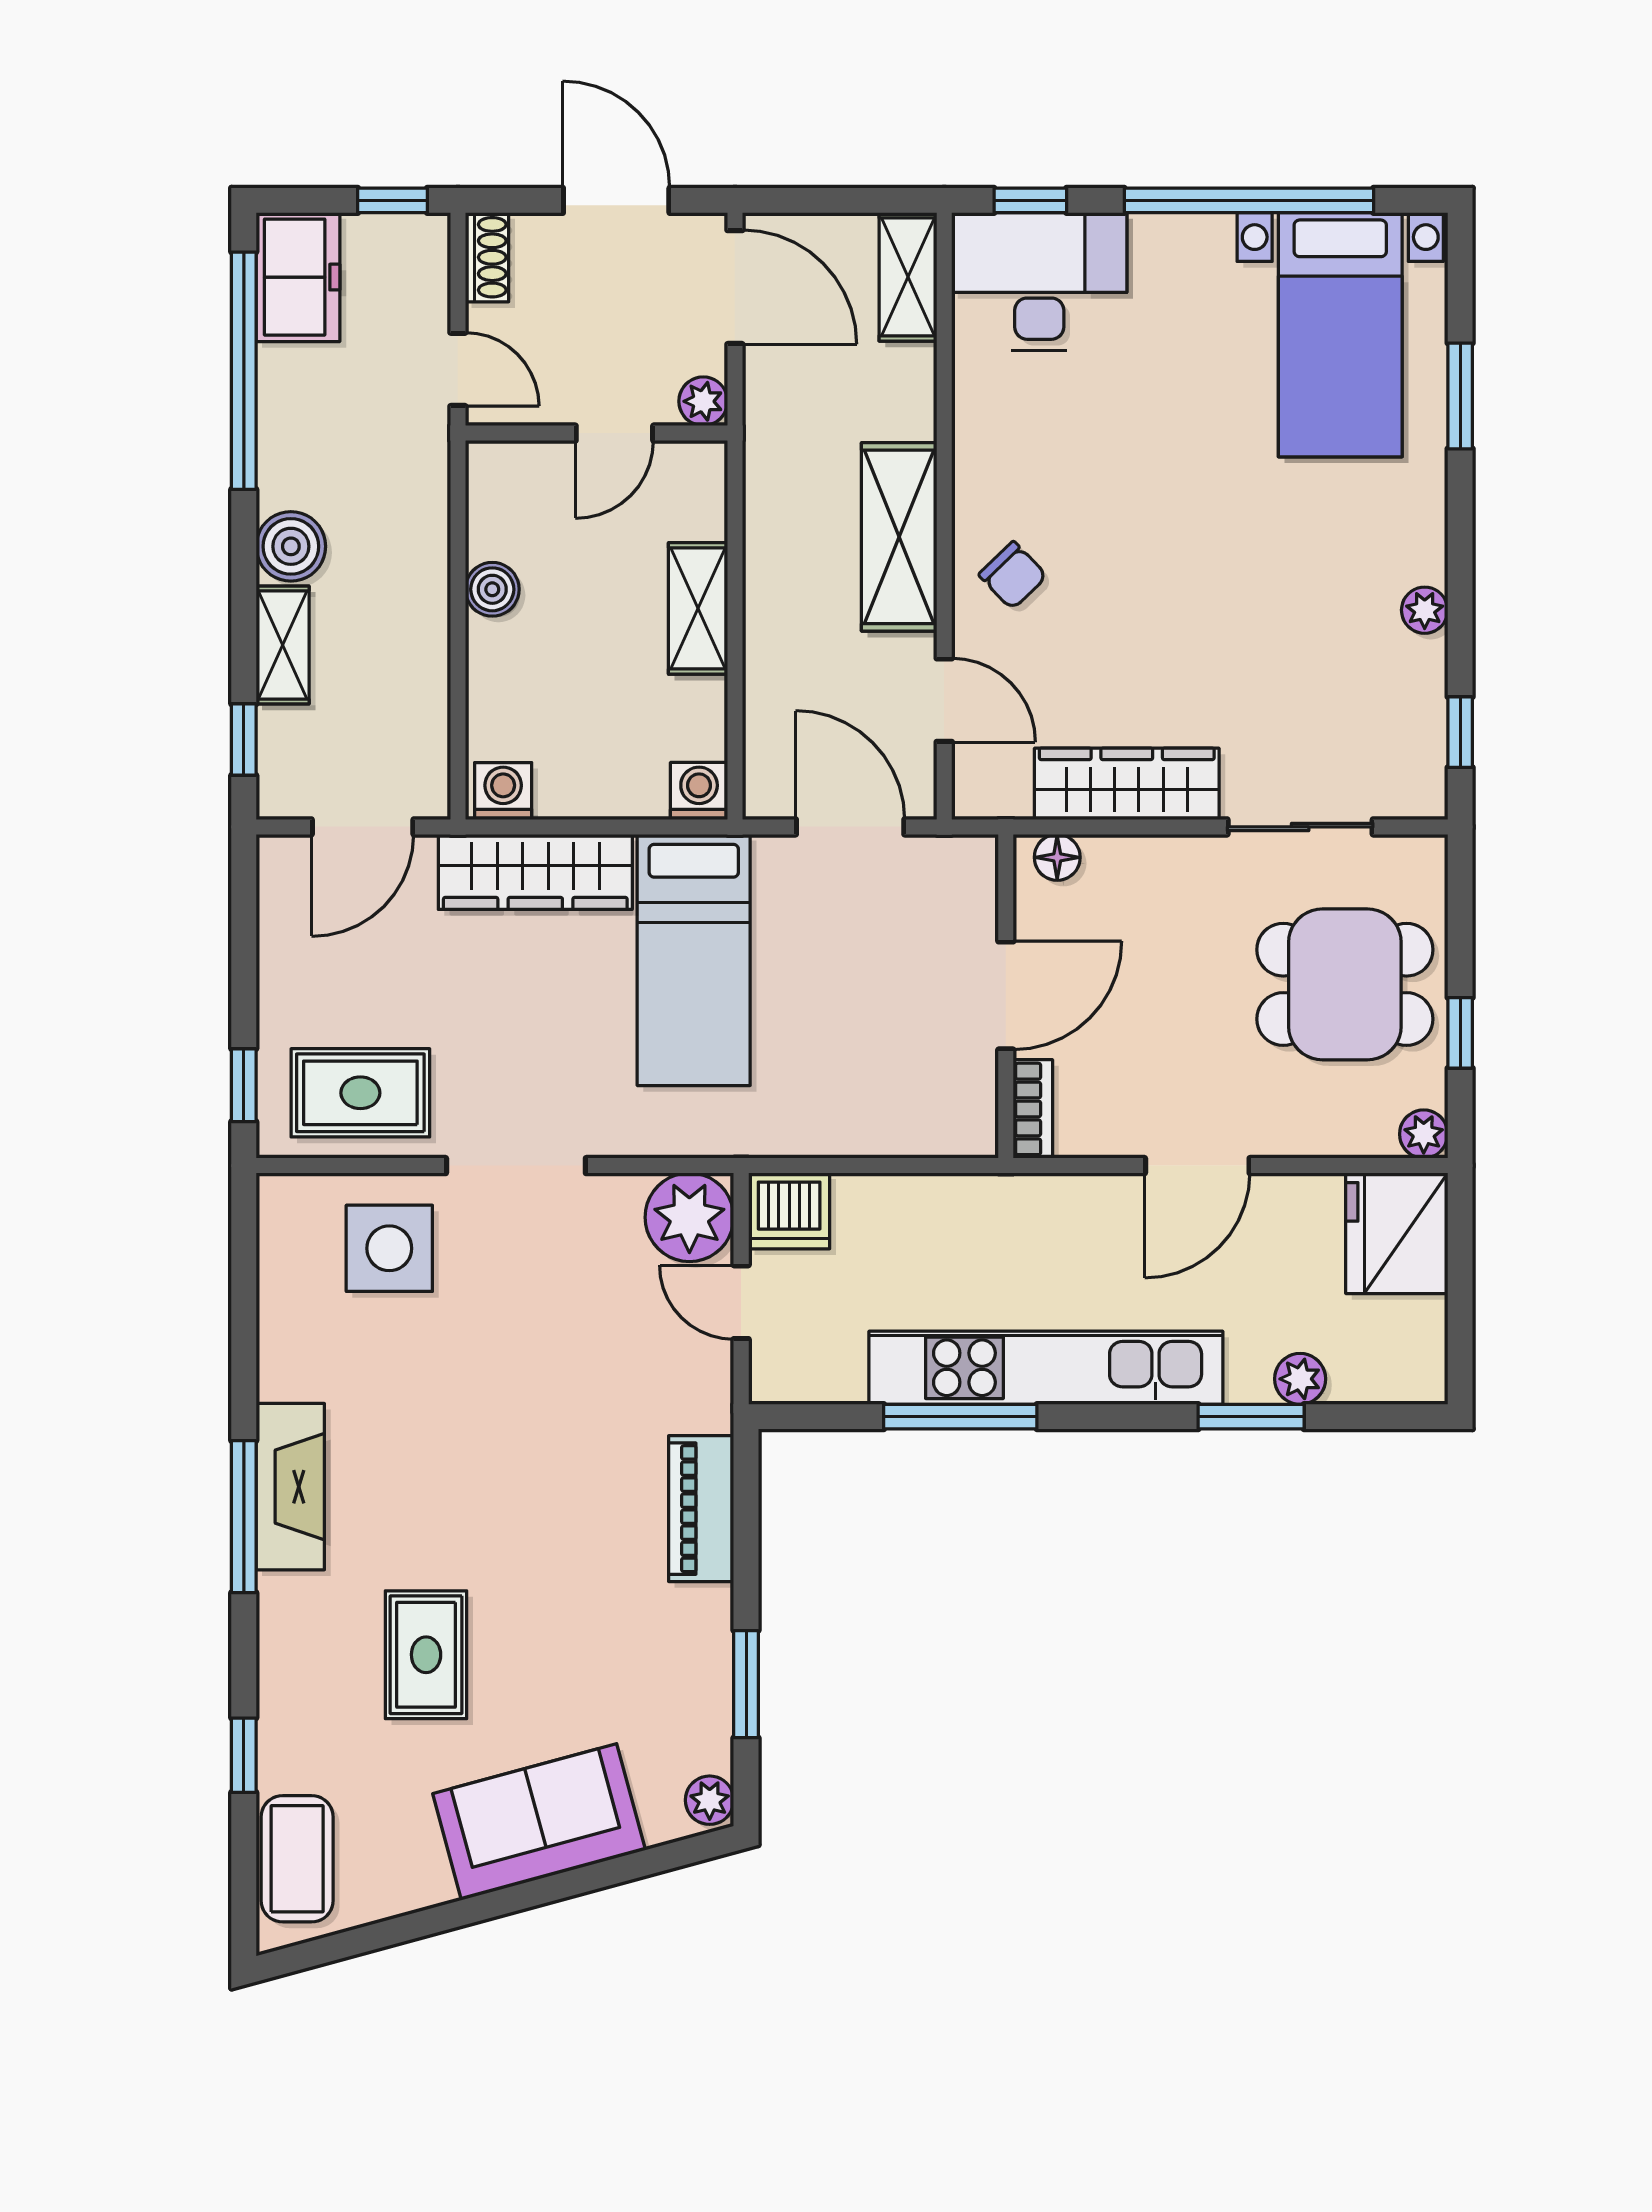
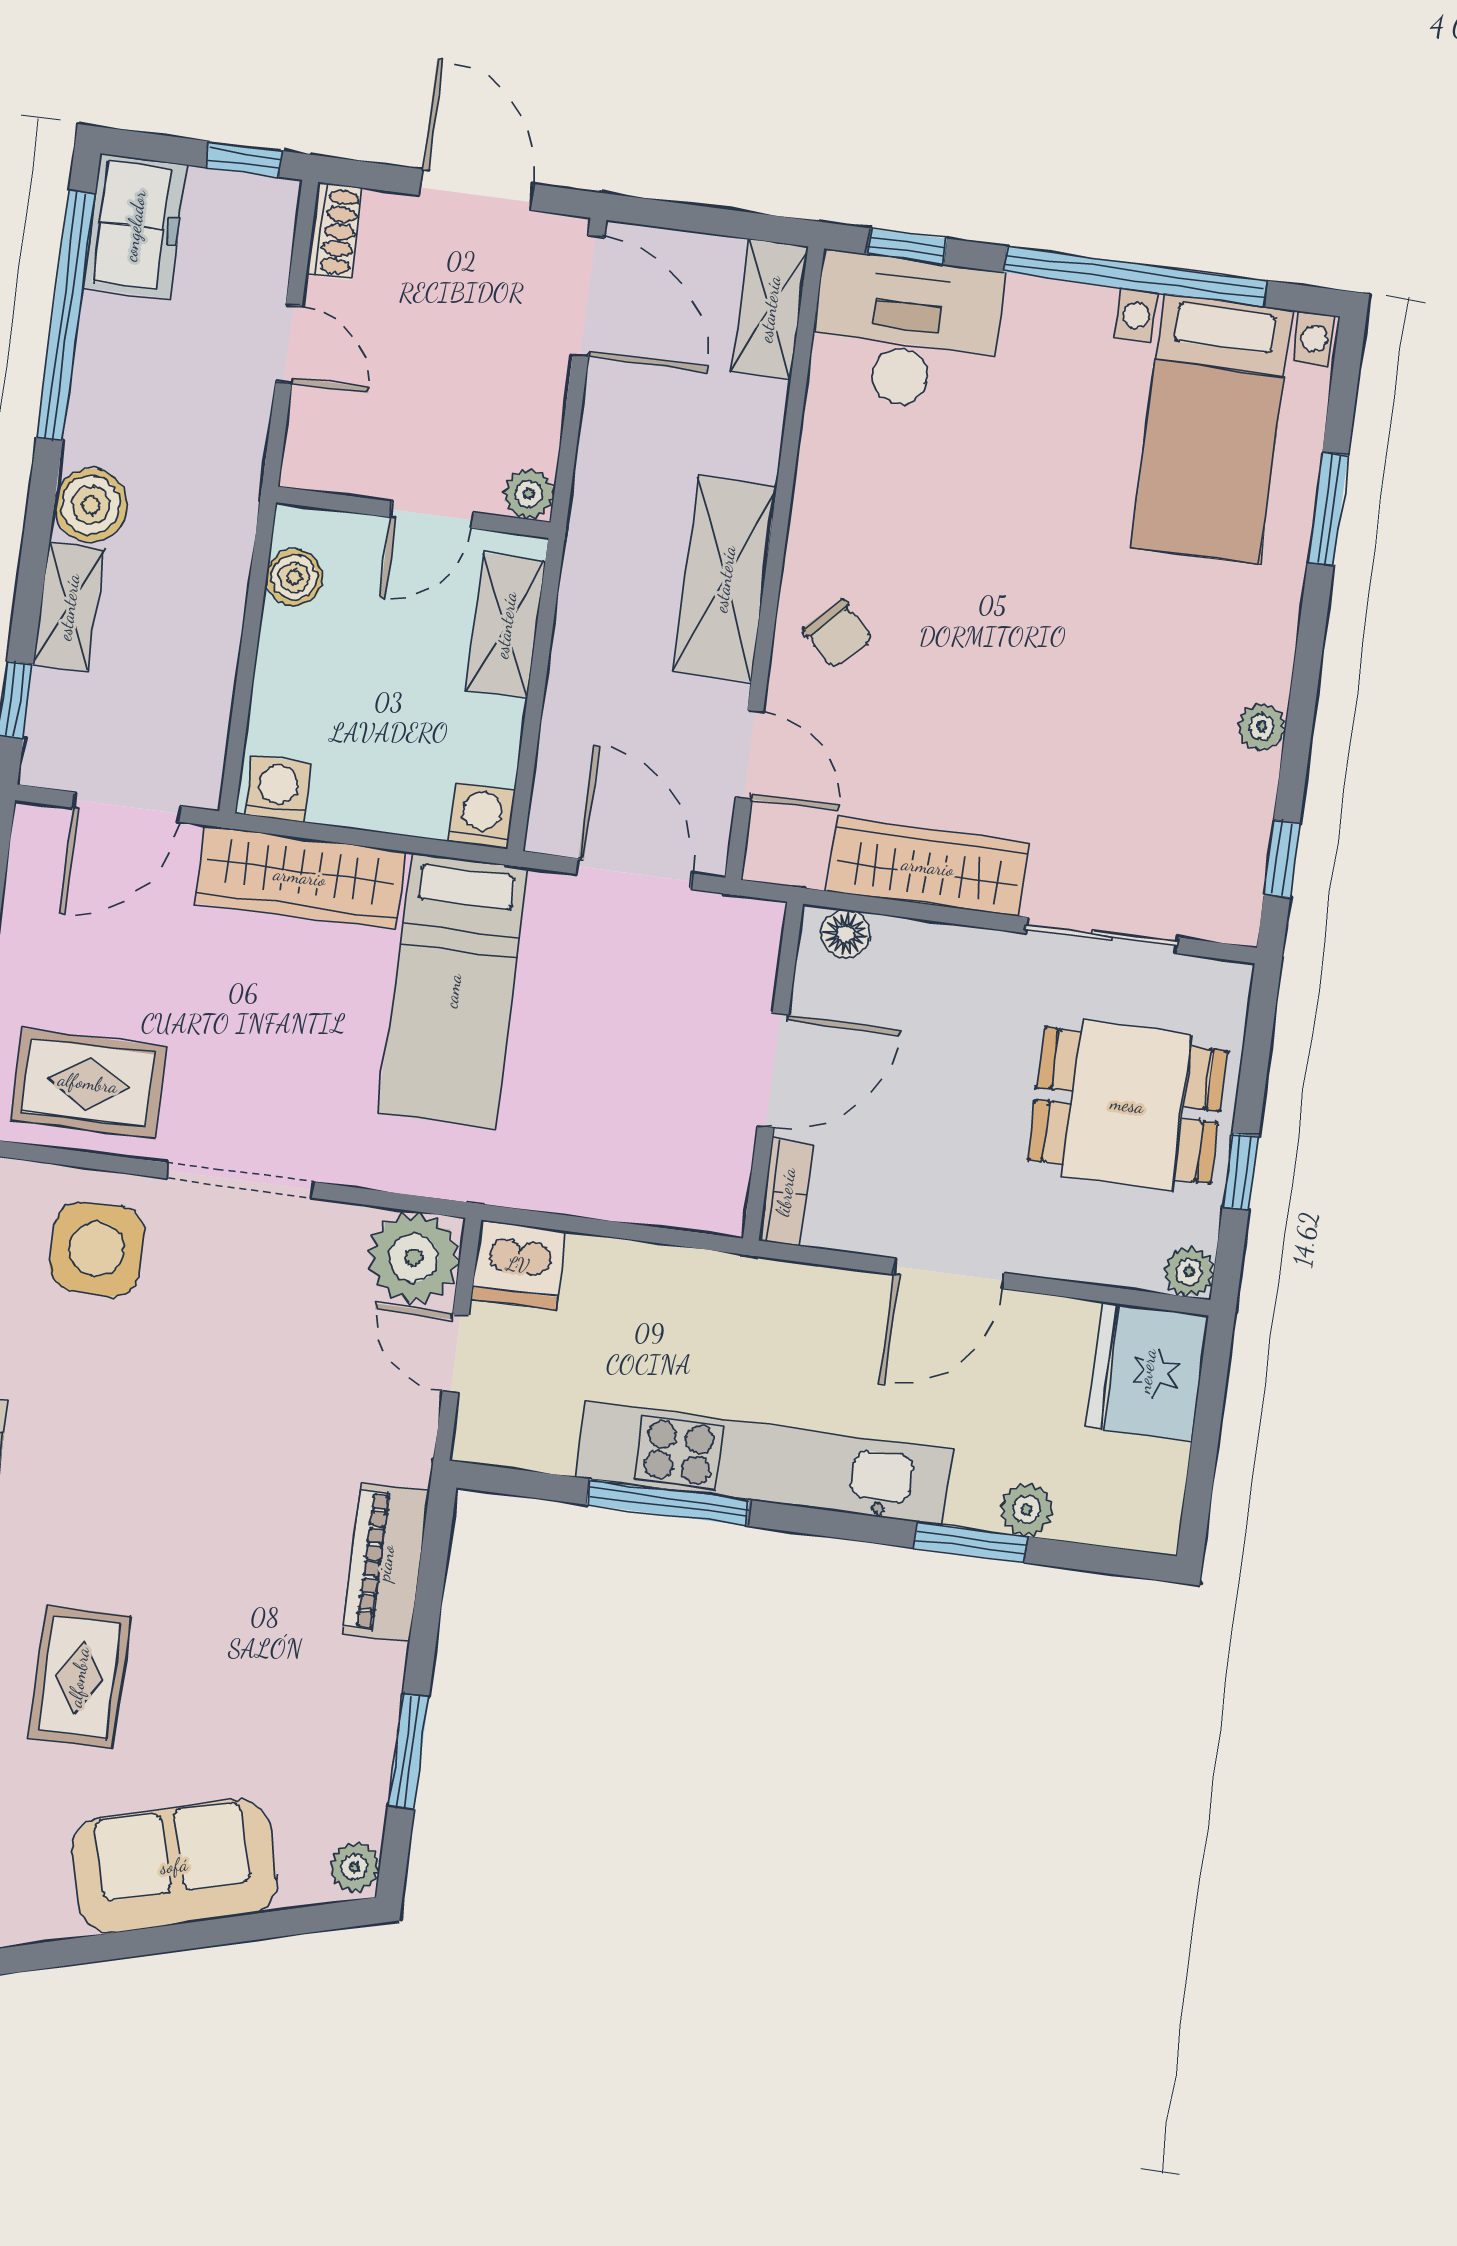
plant: (703, 401) -> (529, 494), moved
wall: (596, 433) -> (413, 512), moved
door: (614, 433) -> (432, 515), moved

